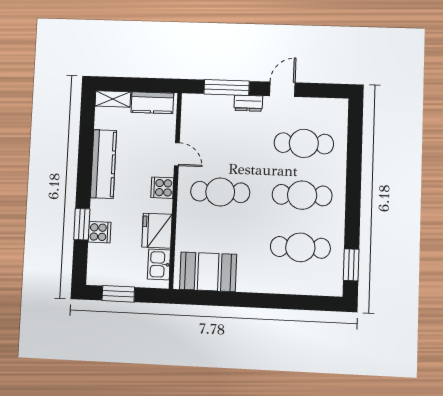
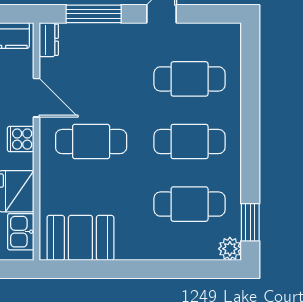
dresser: (248, 103) -> (49, 40), moved, turned -90
door: (177, 154) -> (37, 98), width x1.38
plant: (333, 287) -> (230, 249), added

